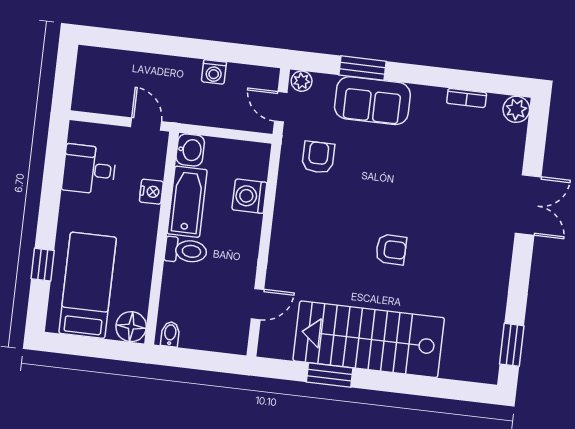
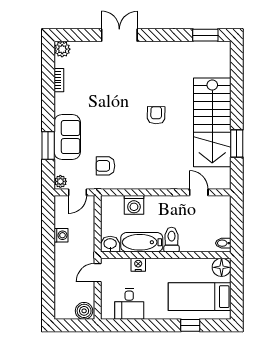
boiler: (87, 95) -> (84, 311), added

